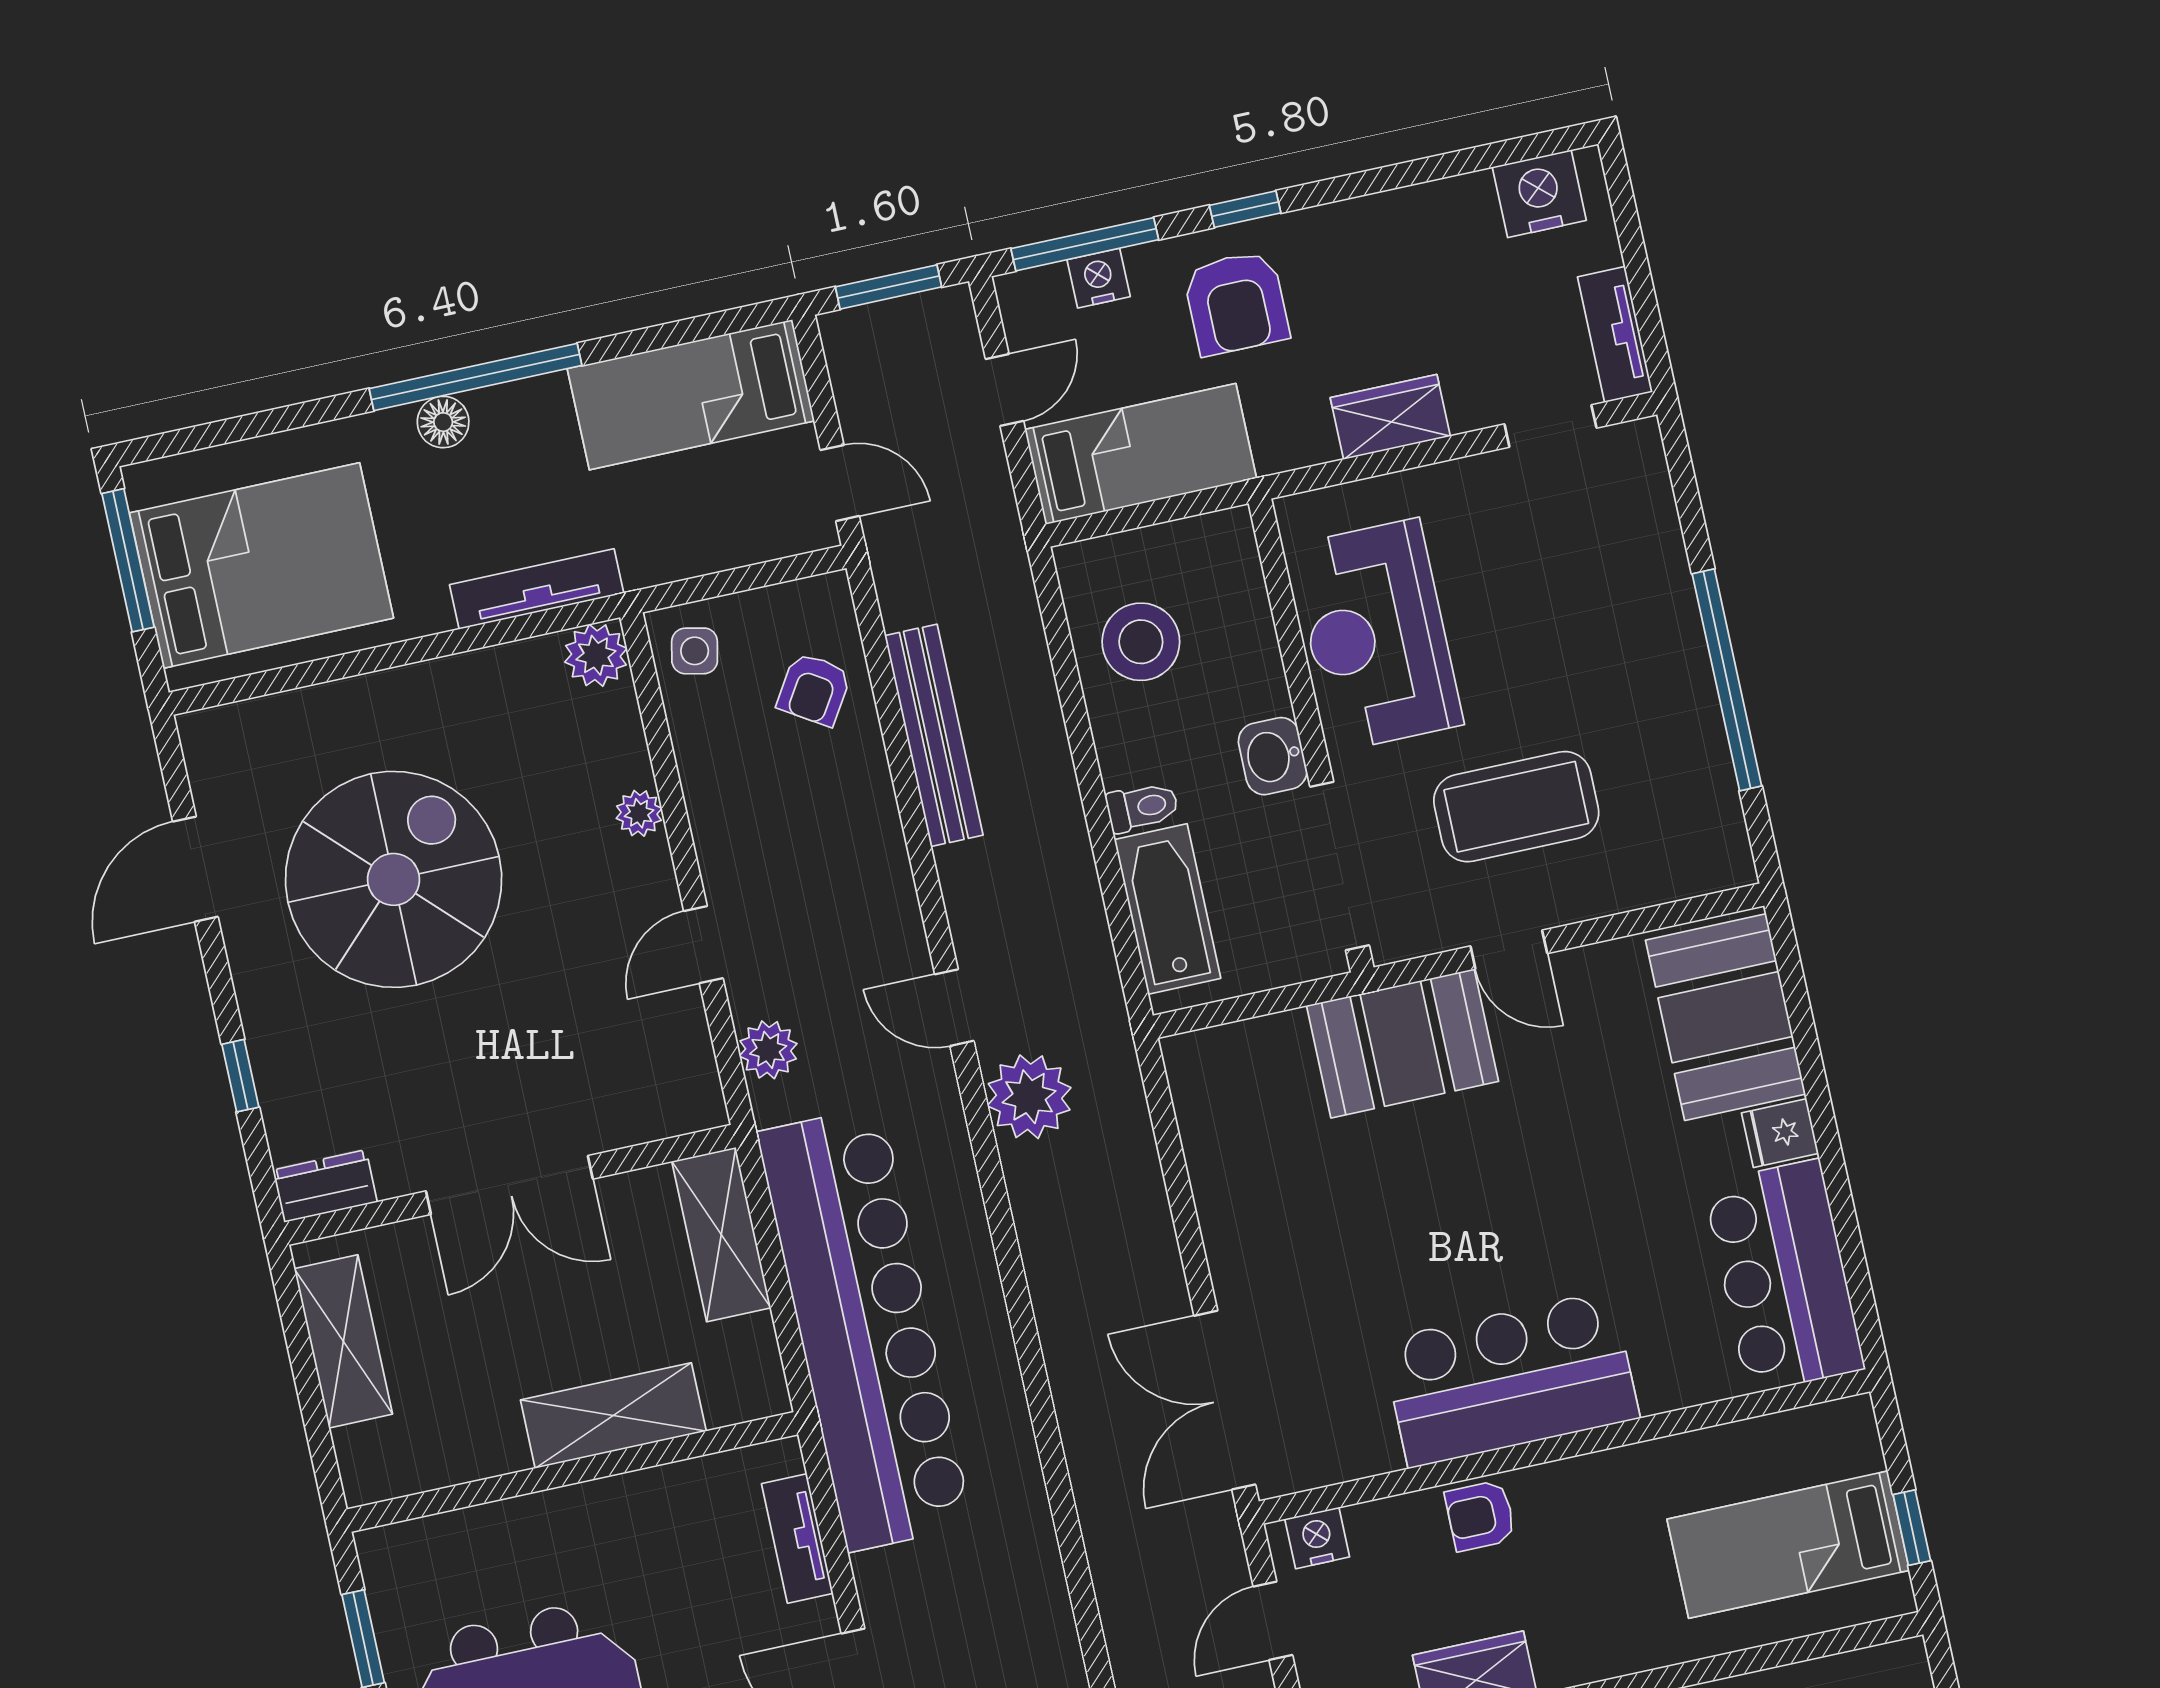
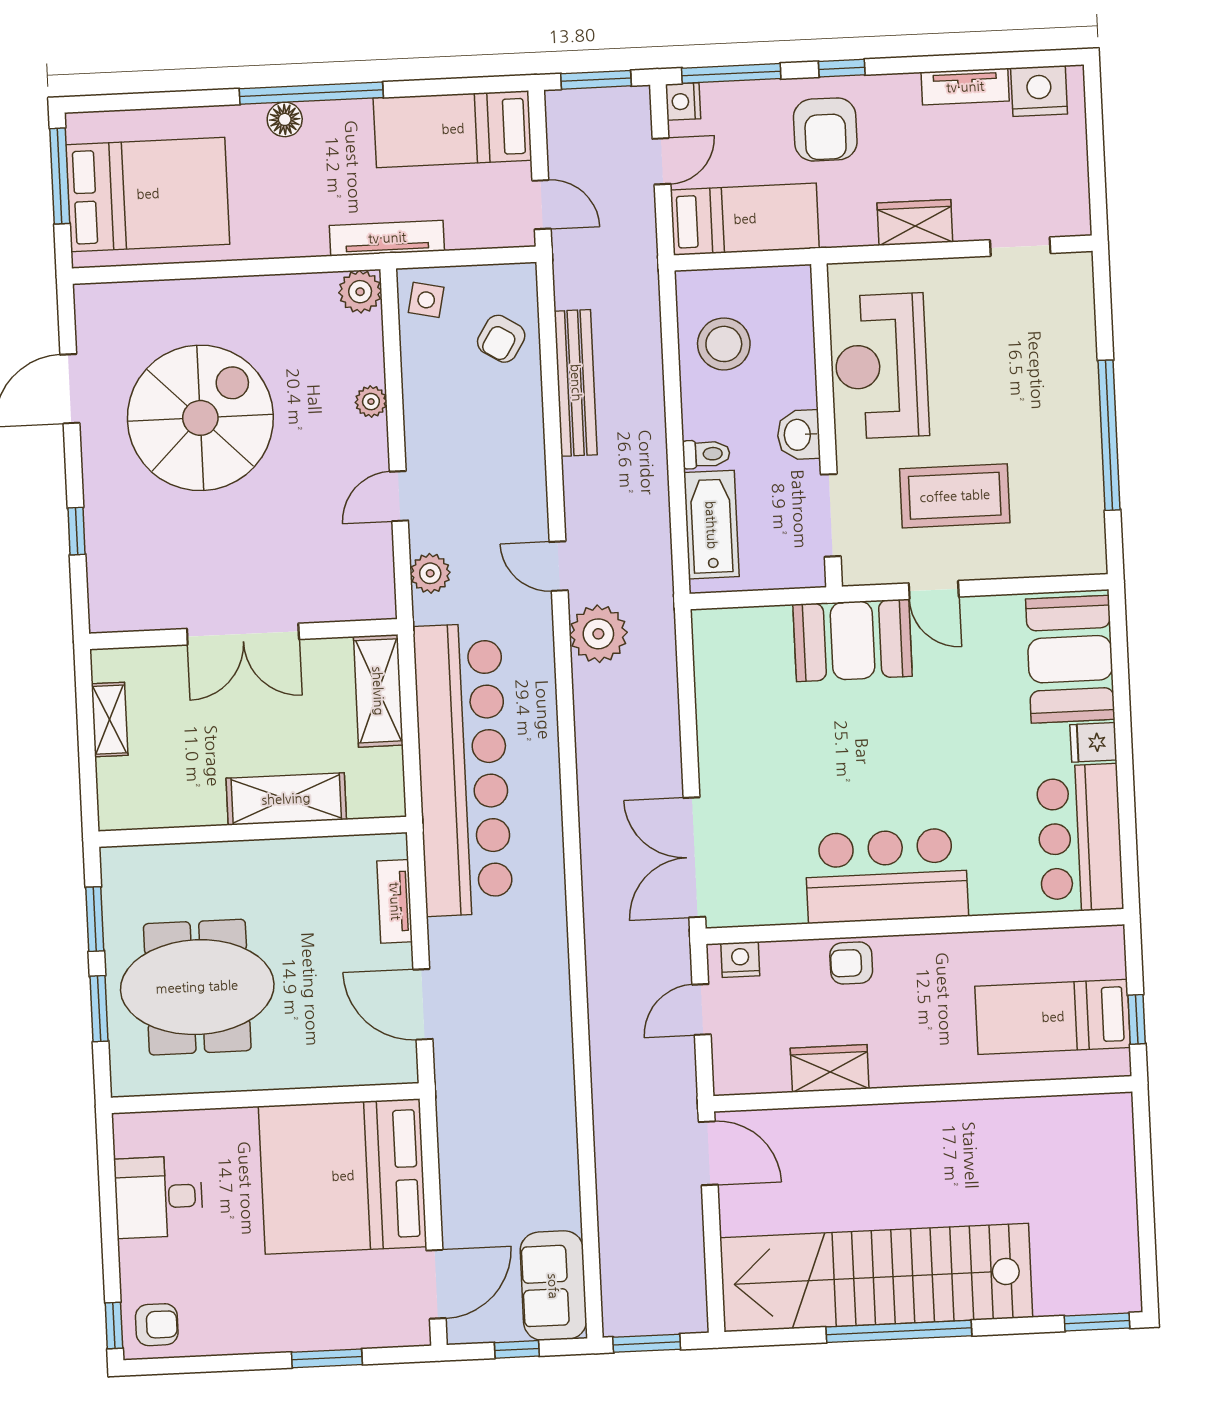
nightstand: (1099, 278) -> (683, 101), moved, turned -90
tv unit: (1615, 335) -> (965, 87), moved, turned -90
tv unit: (537, 589) -> (387, 238), moved
doorway: (1340, 866) -> (831, 515), width x0.73
dresser: (325, 1186) -> (120, 614), removed
shelving: (343, 1341) -> (110, 720), width x0.67, depth x0.75

